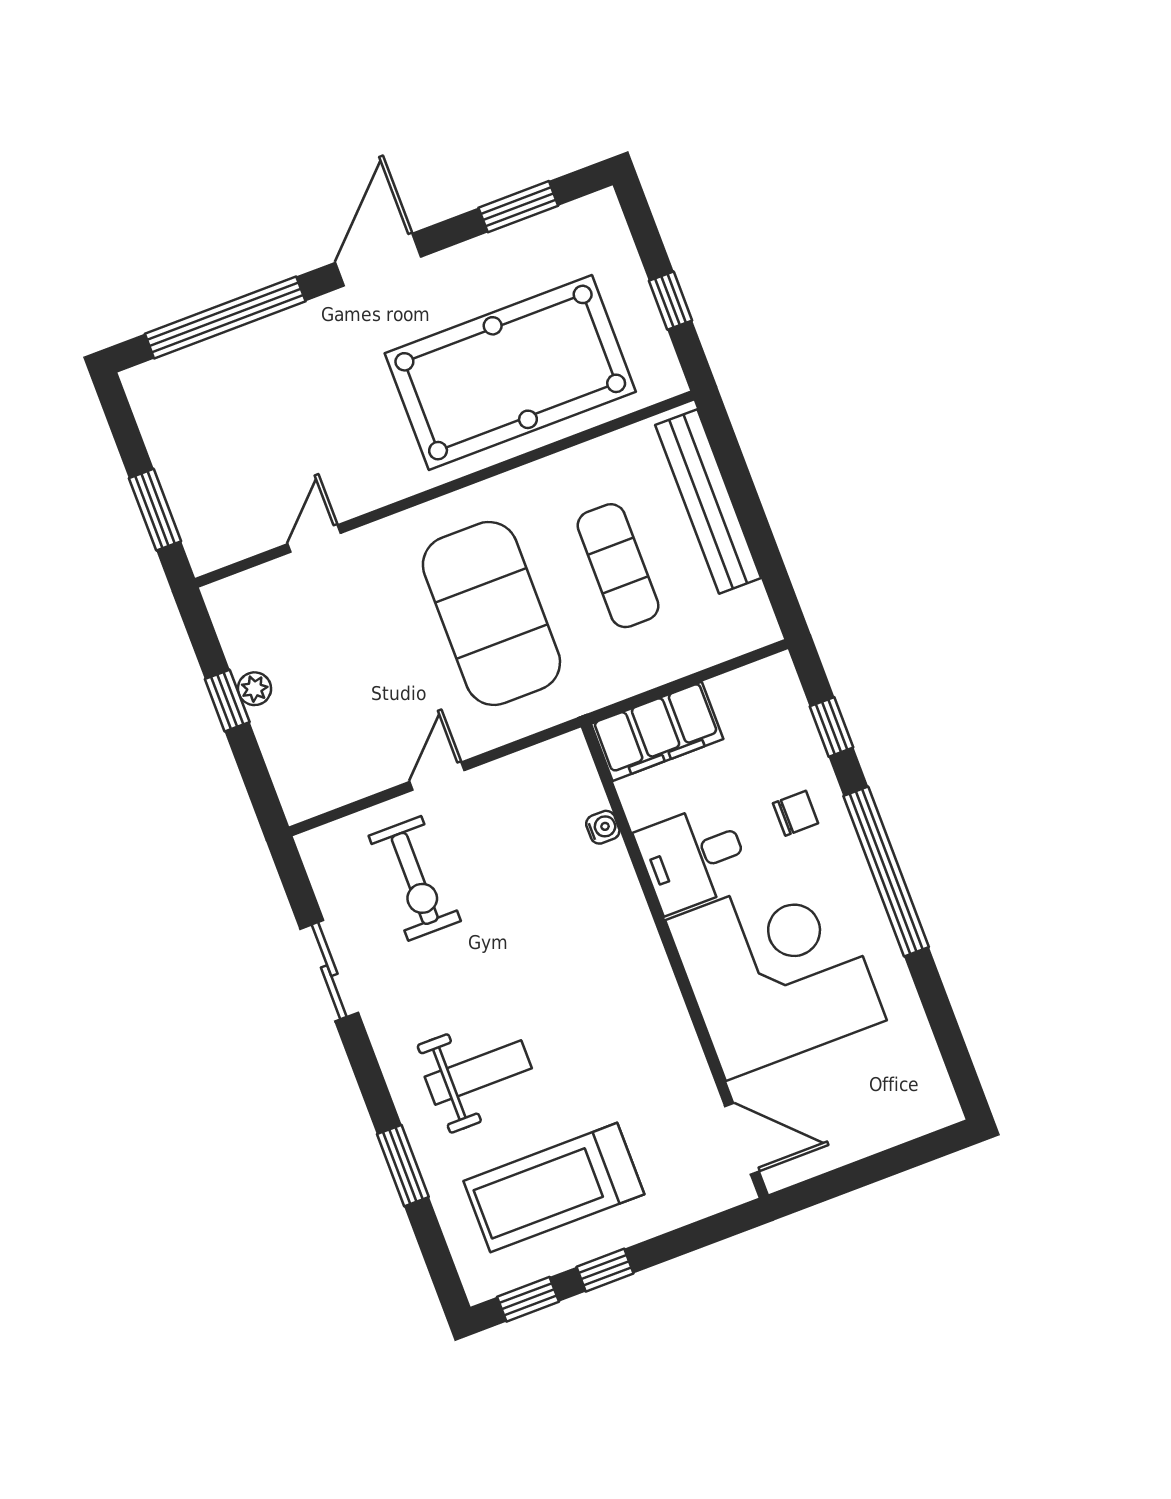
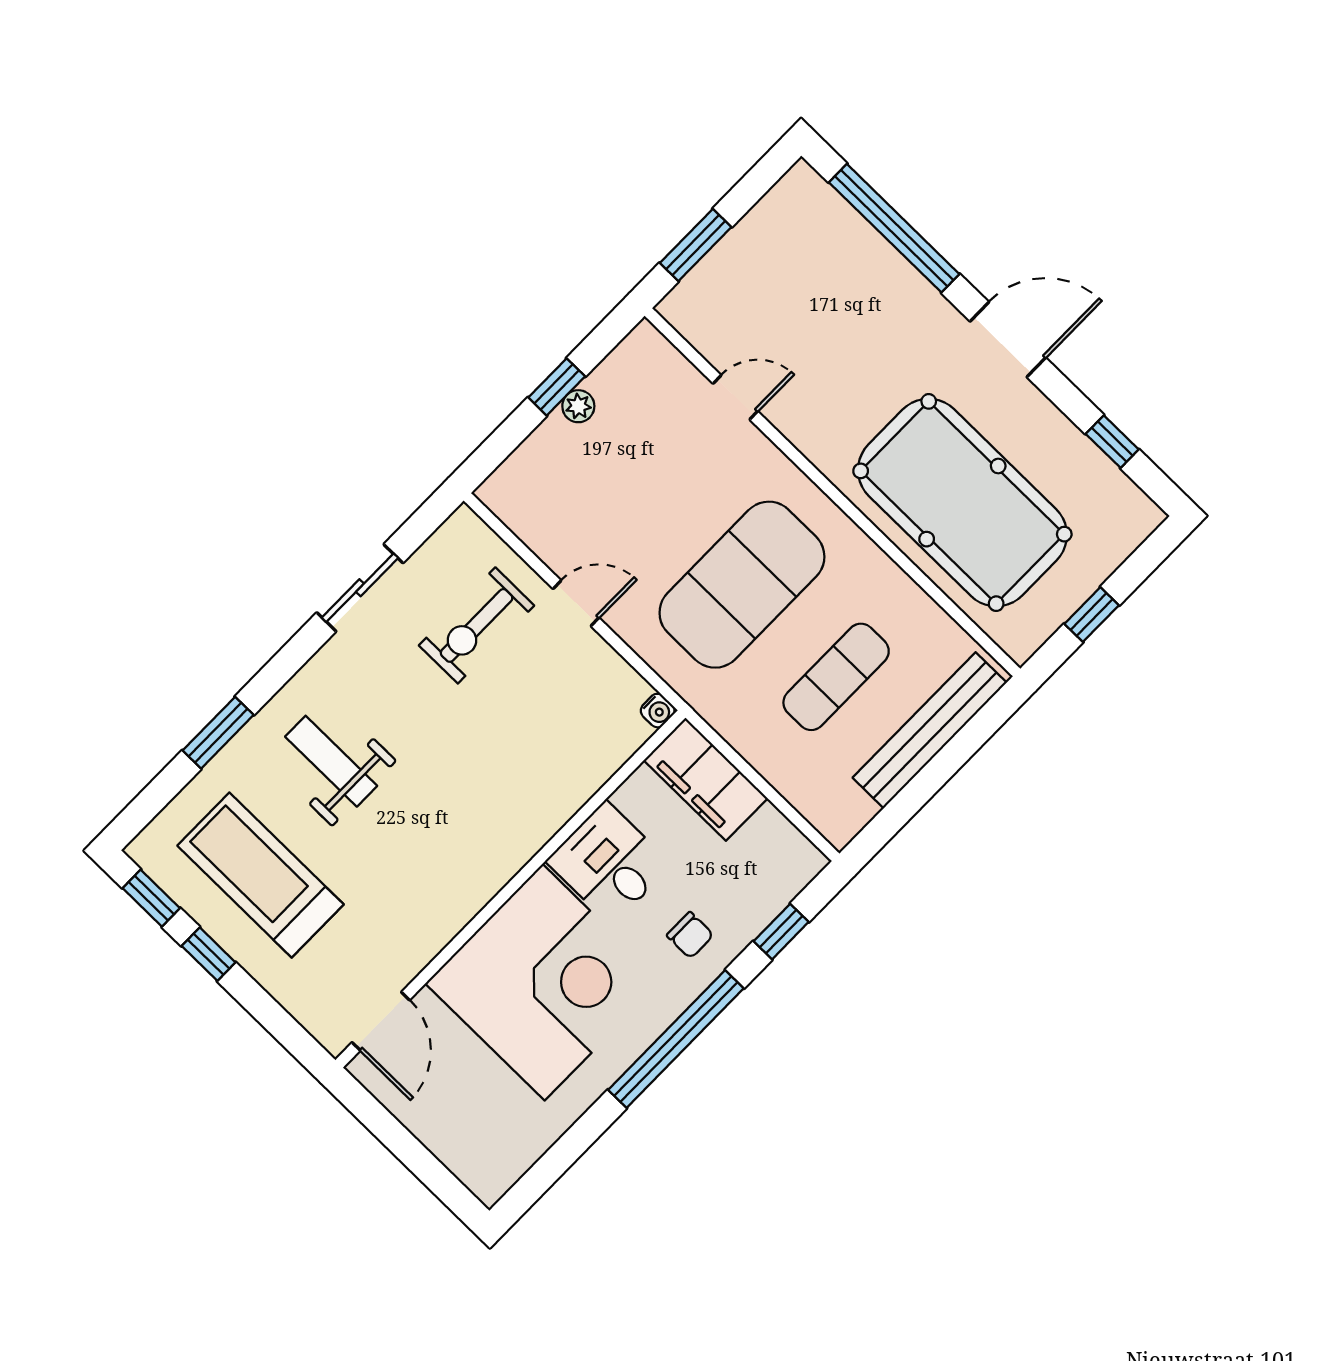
window: (518, 207) -> (1112, 442), width x0.67
water cooler: (603, 827) -> (658, 711), moved
weight bench: (478, 1073) -> (331, 761), turned 180

